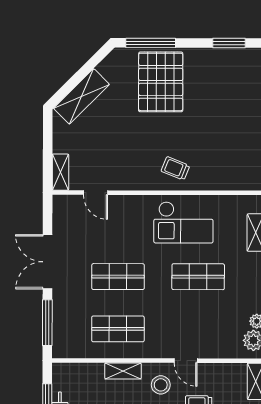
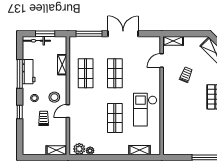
trolley: (175, 168) -> (186, 75), moved
shelving: (123, 371) -> (62, 65), moved

